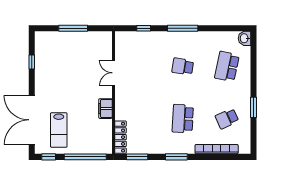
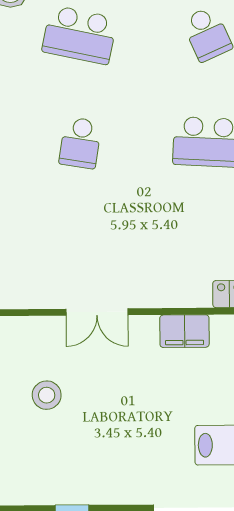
stool: (80, 52) -> (47, 395), added

